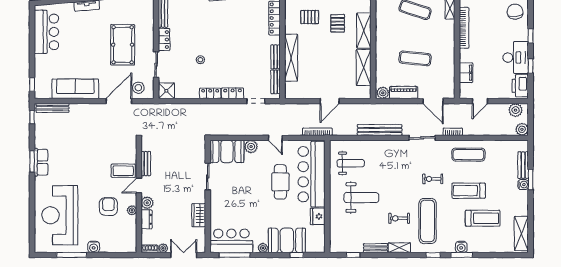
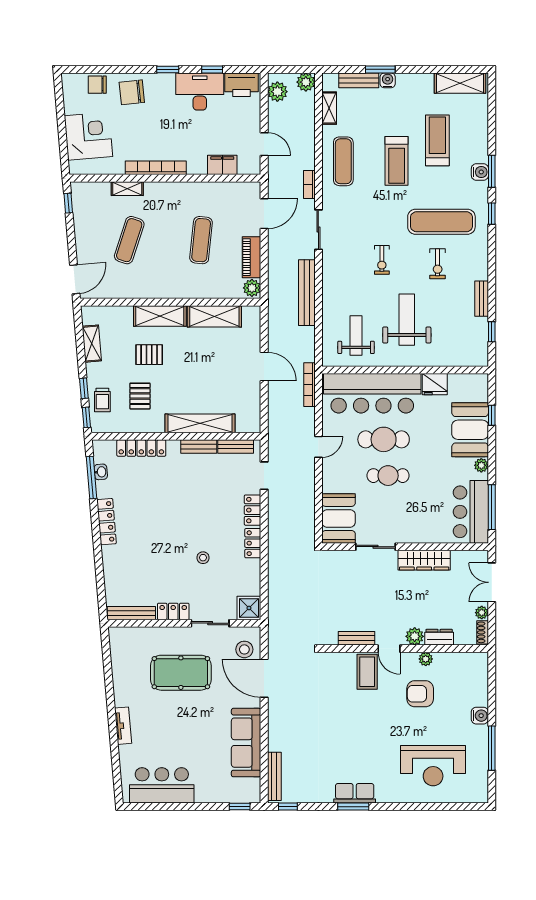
plant: (251, 147) -> (331, 483), removed
exercise bike: (433, 179) -> (382, 260), moved
cafe table: (256, 185) -> (388, 476), added
reception desk: (60, 215) -> (433, 766), width x0.74, depth x0.77
wardrobe: (199, 215) -> (424, 560), width x1.50
shelving: (399, 248) -> (329, 108), moved

